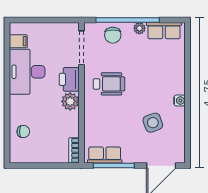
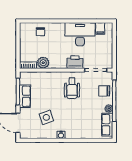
plant: (70, 101) -> (43, 63), moved
row of seats: (105, 155) -> (25, 96), moved

